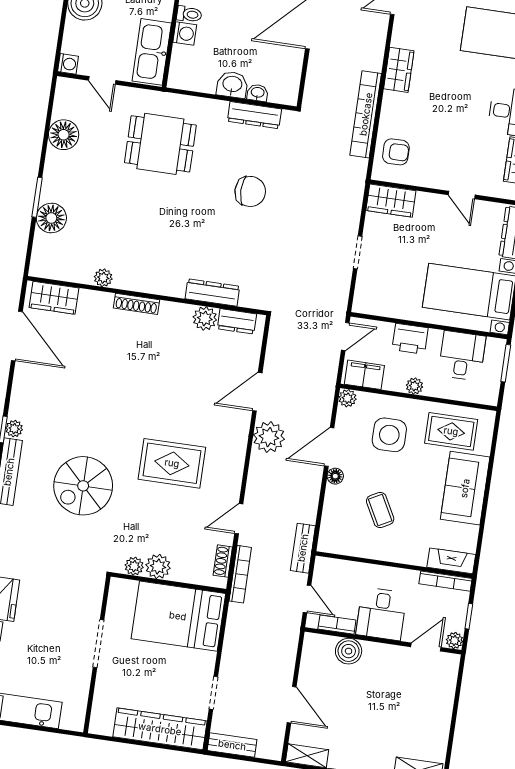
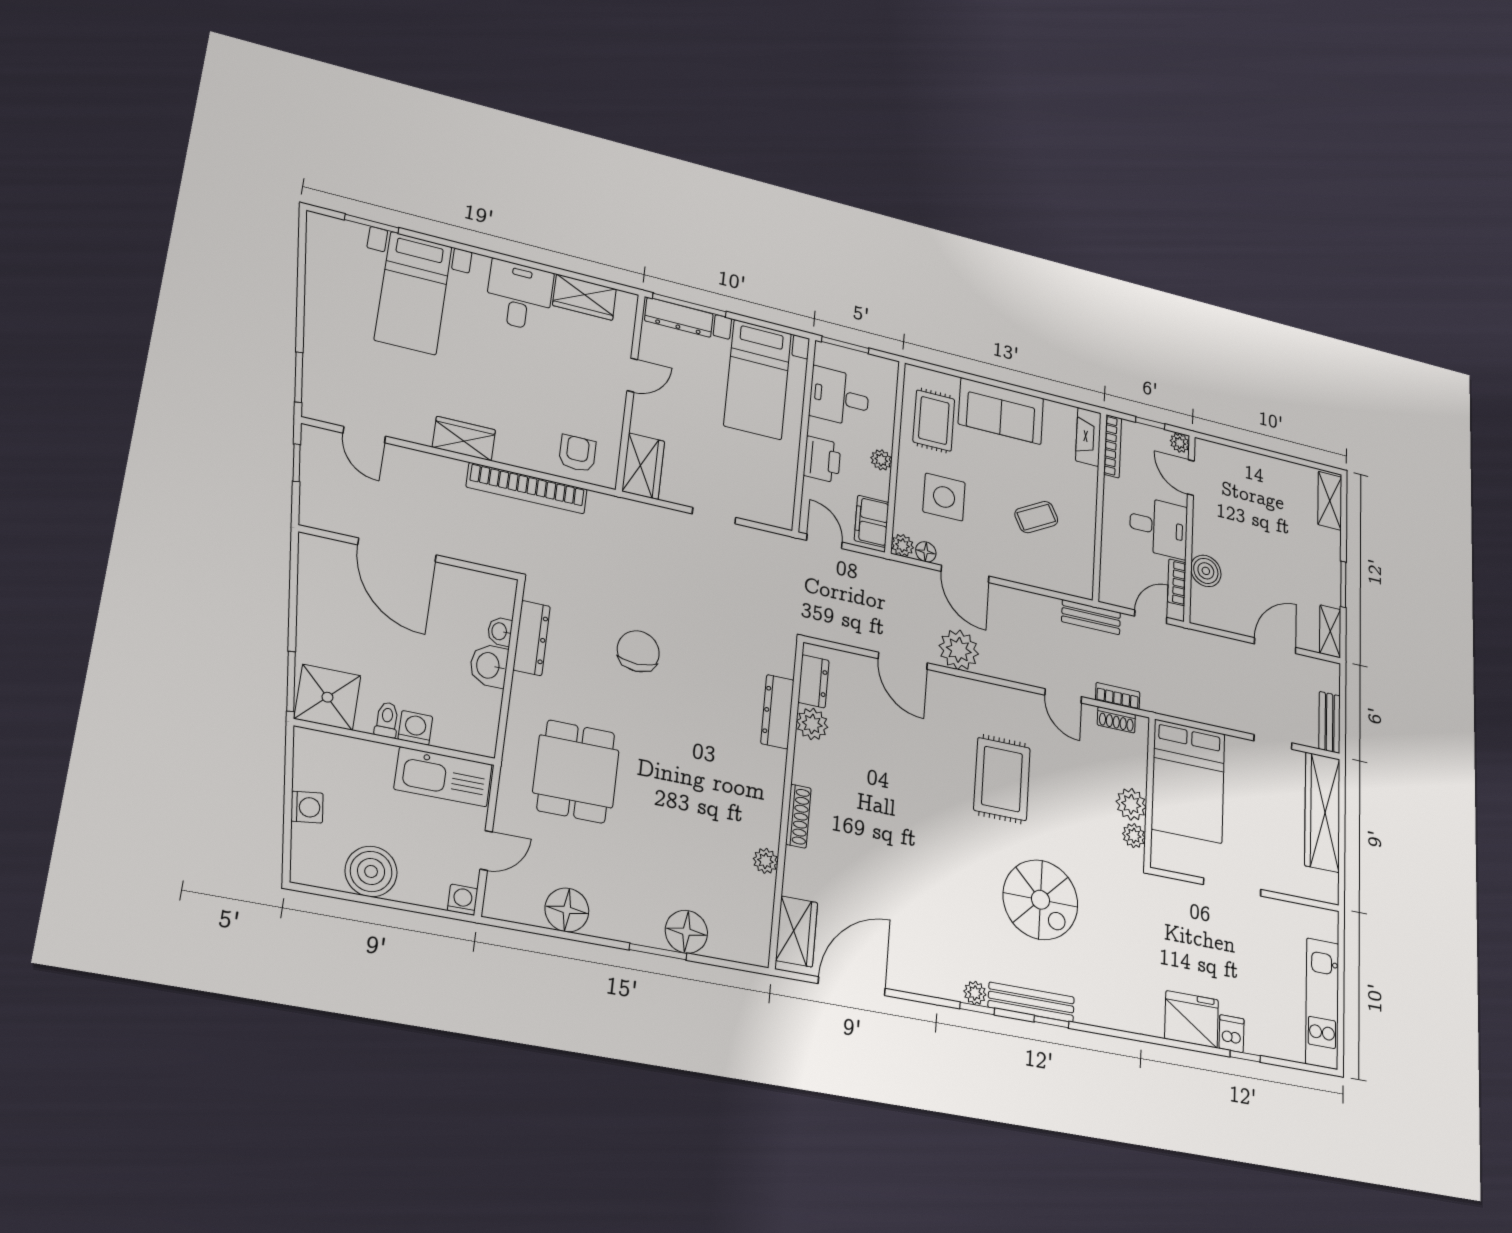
floor lamp: (335, 476) -> (926, 552), moved
bookcase: (240, 574) -> (1118, 696), width x0.64

